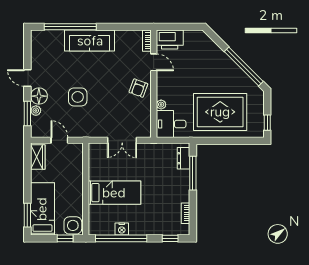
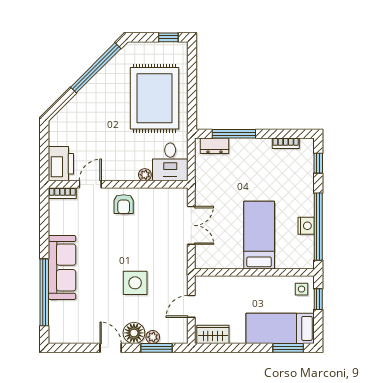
door: (27, 78) -> (111, 348), swing flipped
armchair: (138, 88) -> (124, 204), turned 70
side table: (73, 225) -> (301, 289), width x0.54, depth x0.54

